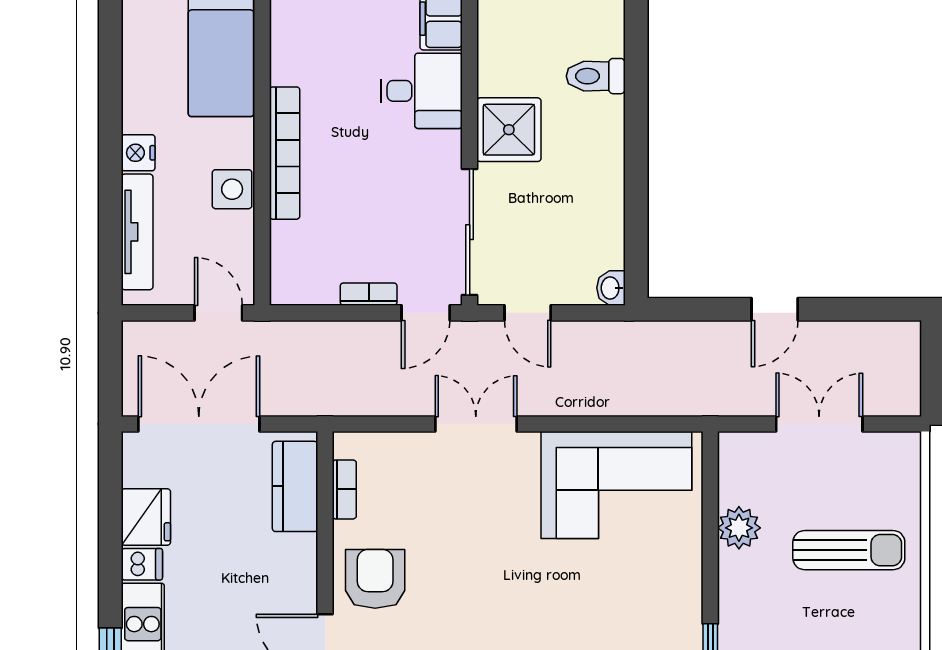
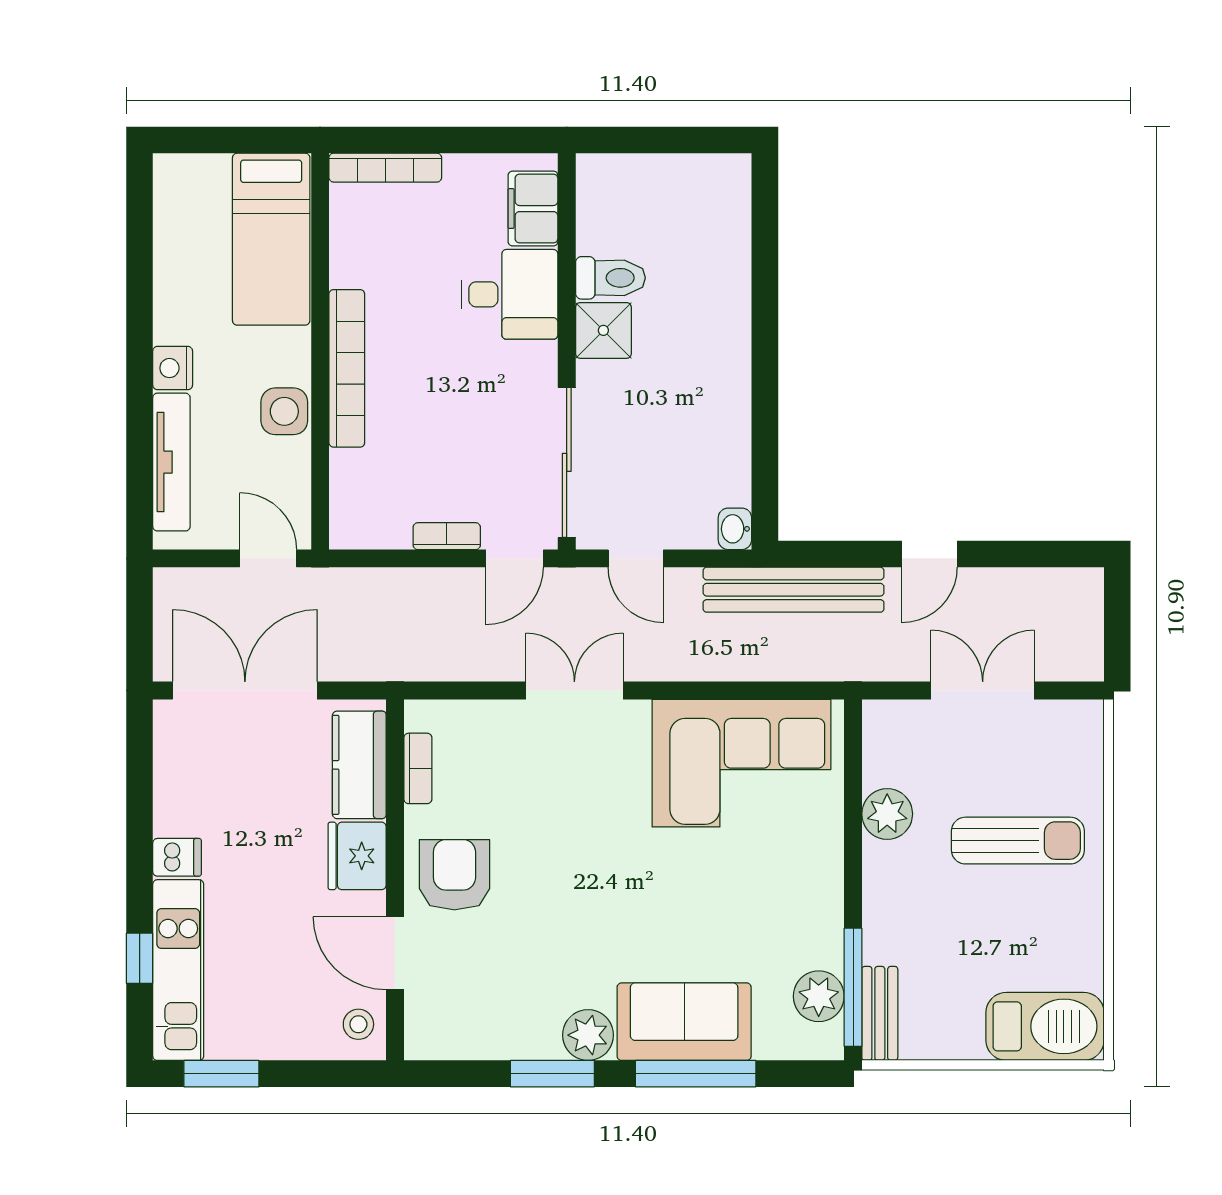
toilet: (596, 76) -> (610, 278), moved, turned 180
shower: (509, 130) -> (603, 330), width x0.73, depth x0.73
bench: (660, 339) -> (794, 590), added
fridge: (146, 517) -> (357, 856), moved, turned 180

